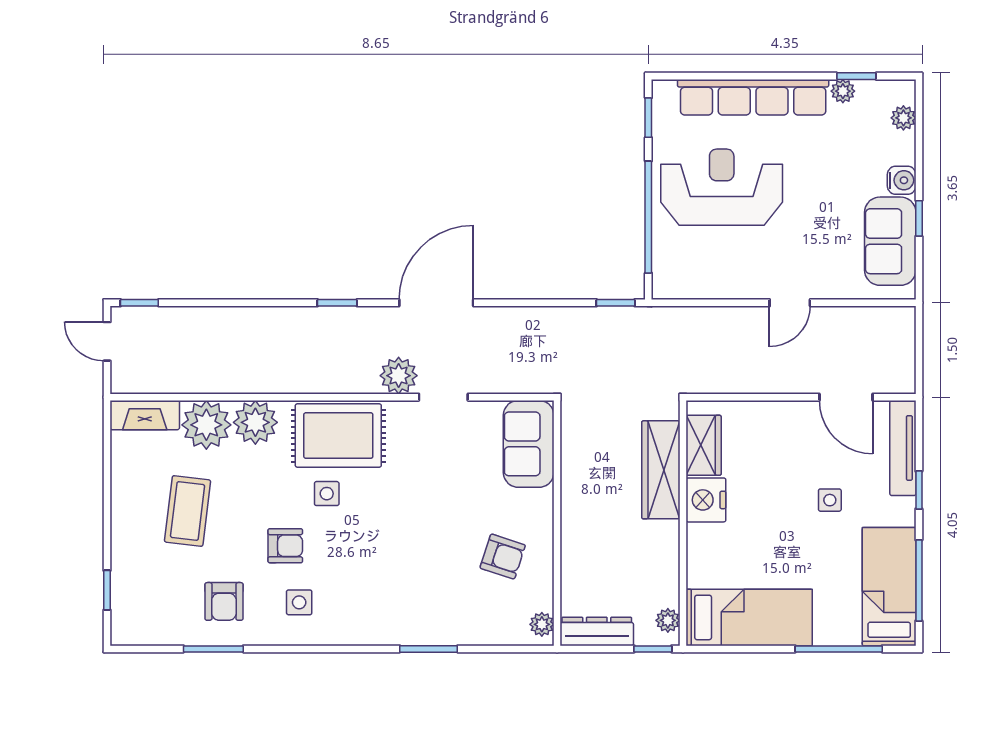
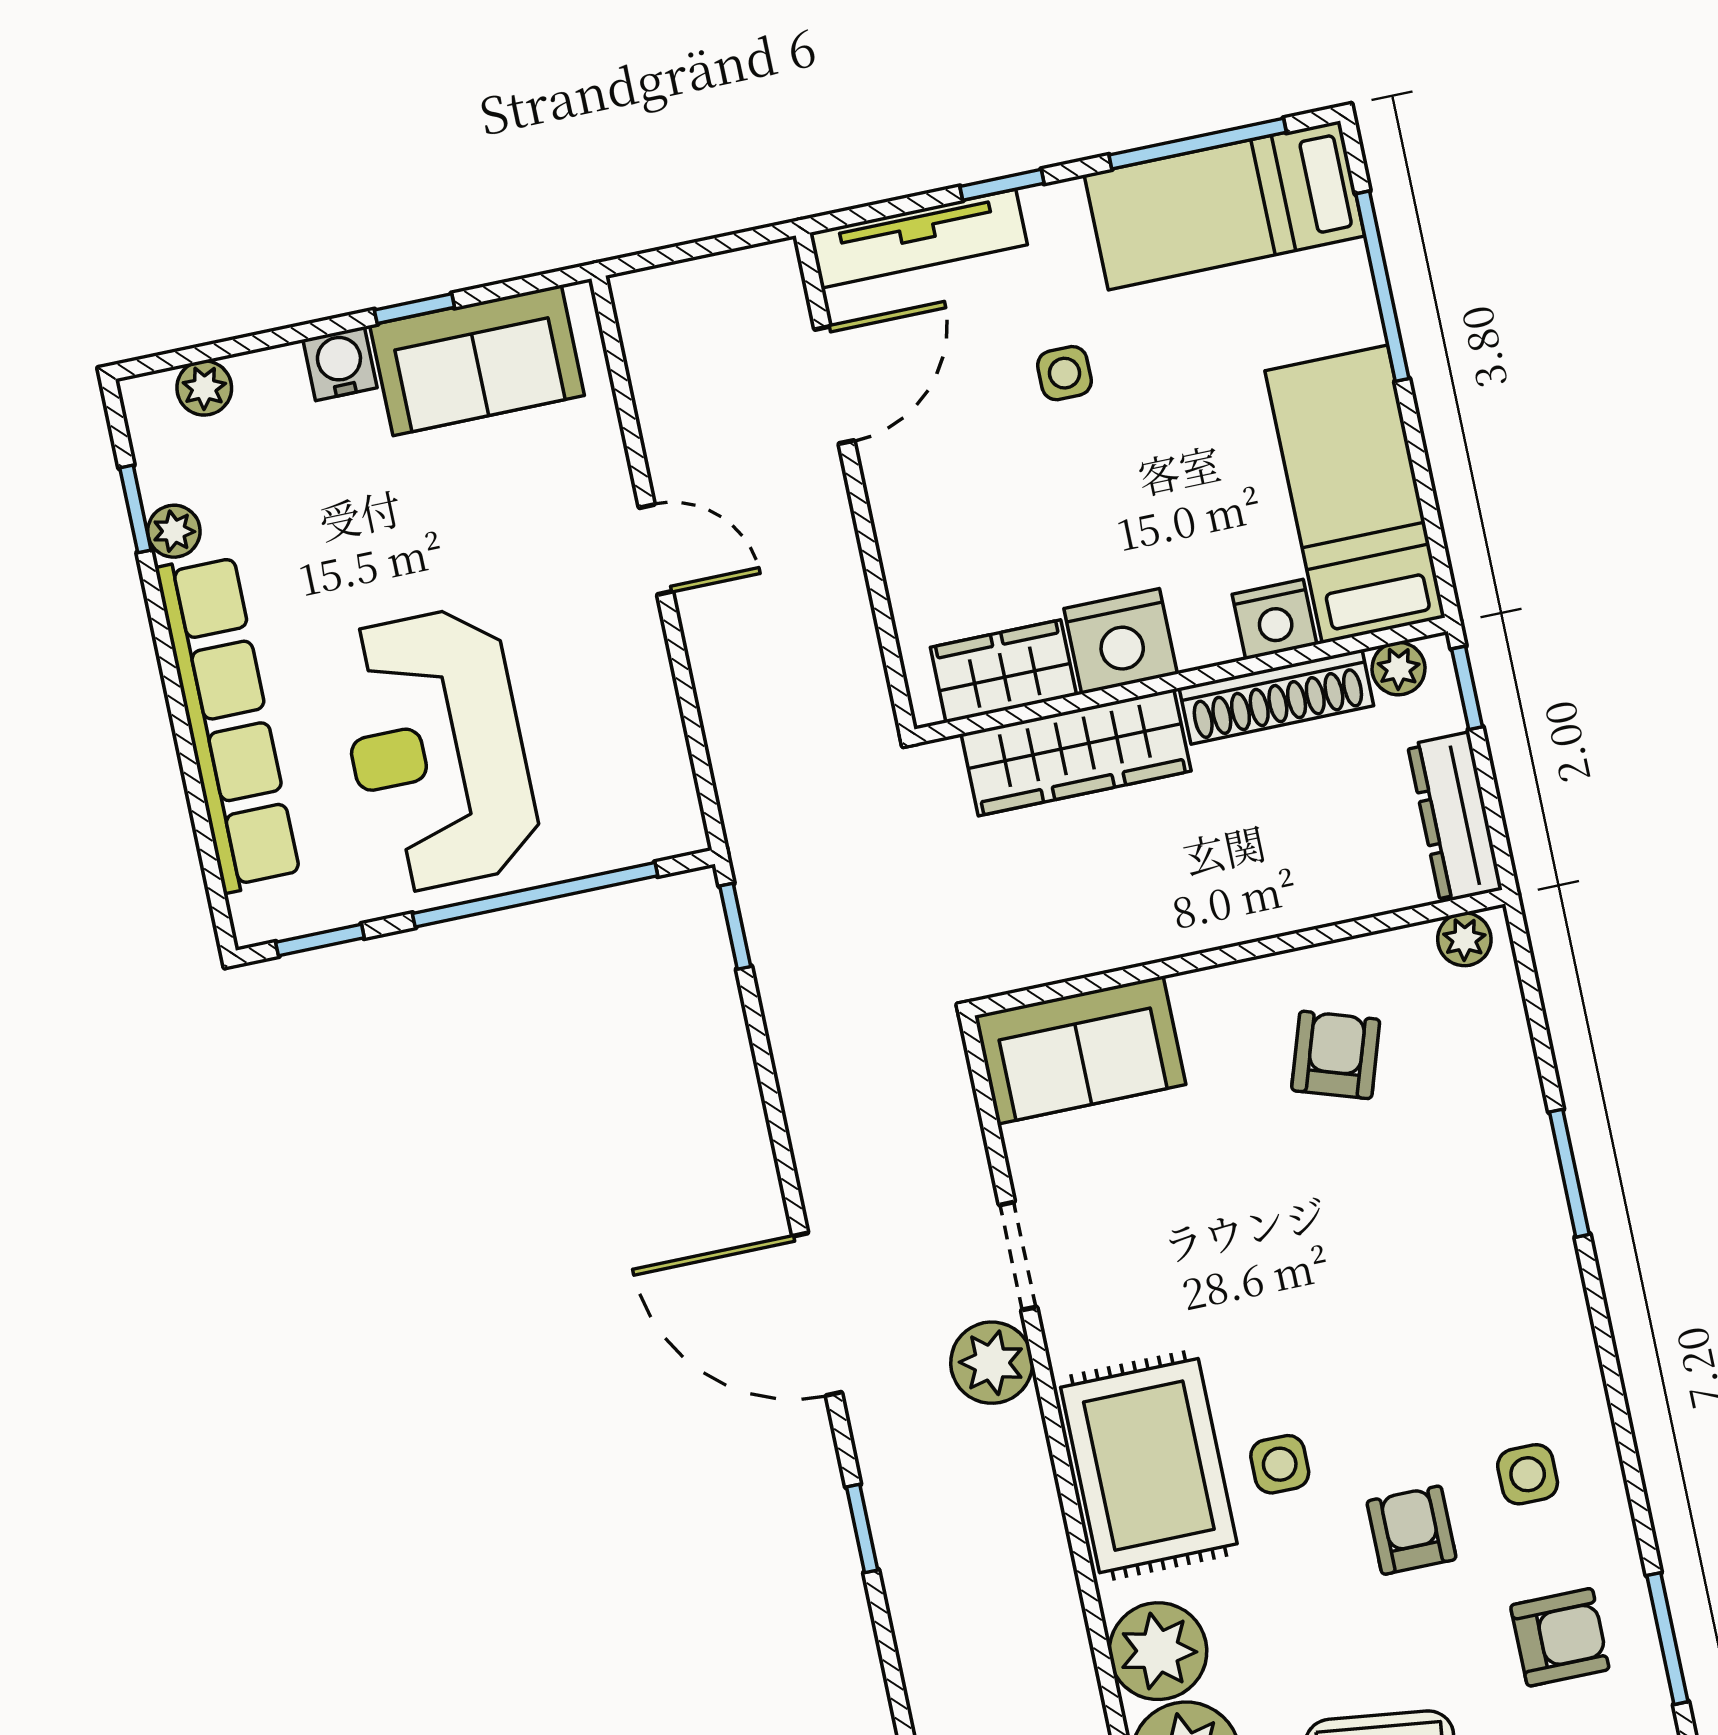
shoe rack: (667, 564) -> (1276, 697), added
nightstand: (701, 570) -> (1275, 619), added

